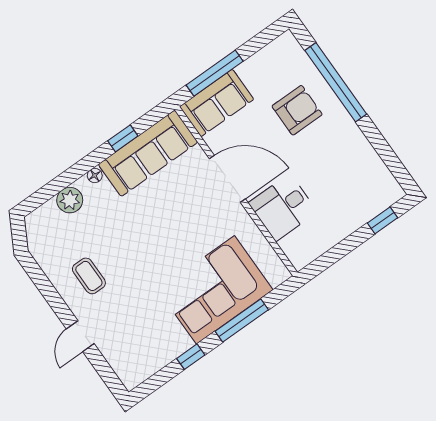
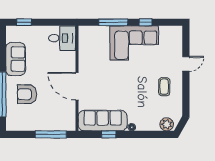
sofa: (217, 103) -> (16, 59), moved, turned 90
plant: (70, 200) -> (167, 124), moved
desk: (283, 207) -> (62, 38), moved
corner sofa: (215, 290) -> (134, 43), moved

